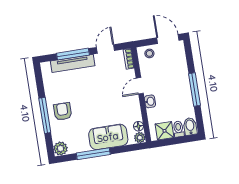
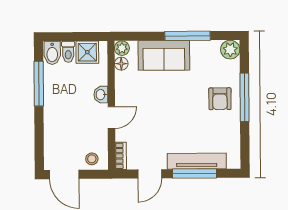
window: (194, 90) -> (39, 84), moved

